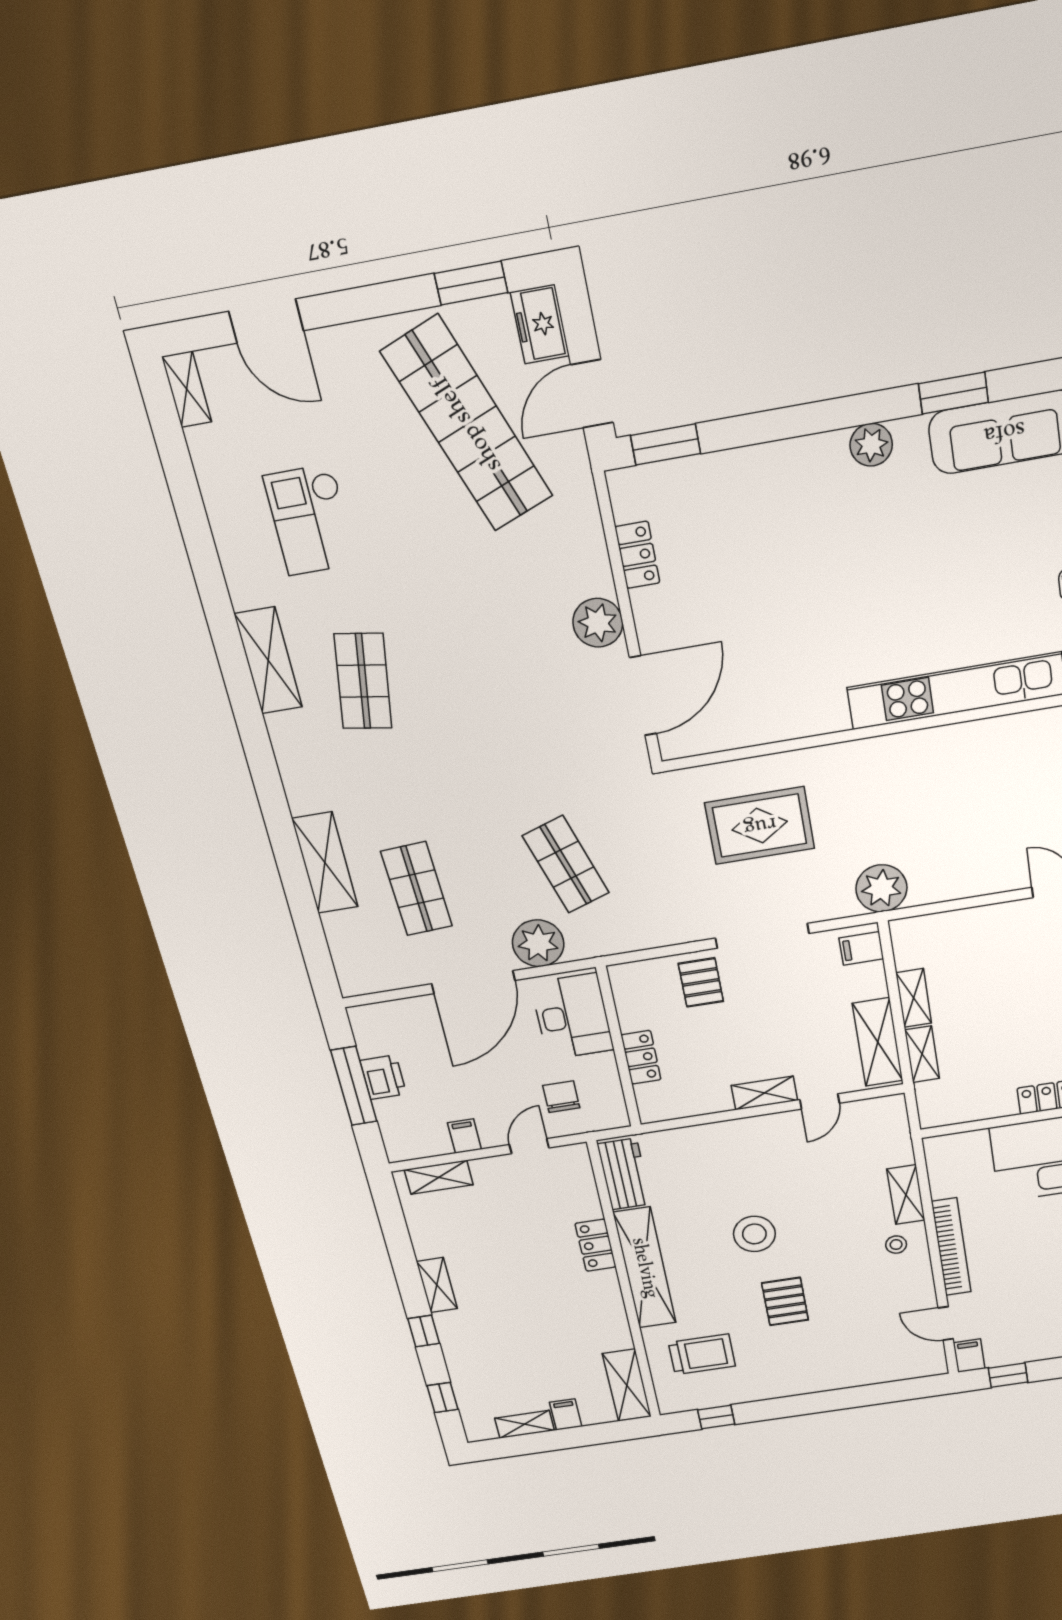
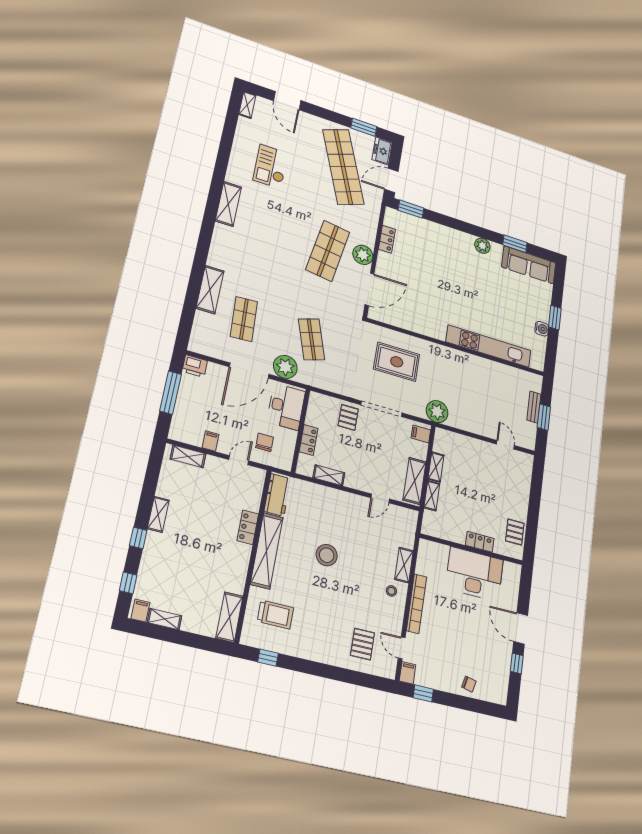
shop shelf: (363, 681) -> (328, 251), moved, width x1.43, depth x1.36
printer: (383, 1077) -> (195, 366), moved, turned 90
shelving: (764, 1093) -> (329, 475), moved
pallet: (785, 1301) -> (362, 644), moved
filing cabinet: (566, 1414) -> (140, 611), moved

